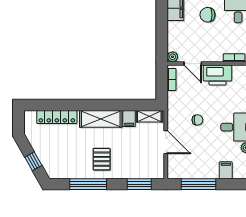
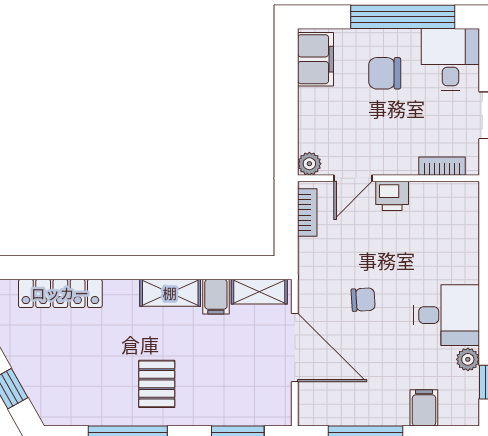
door: (193, 64) -> (353, 178), hinge flipped
printer: (217, 75) -> (392, 196), width x0.53, depth x0.68
shelving: (101, 119) -> (170, 293), width x0.67, depth x0.75
door: (166, 142) -> (295, 348), width x1.36

